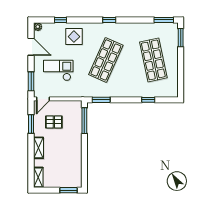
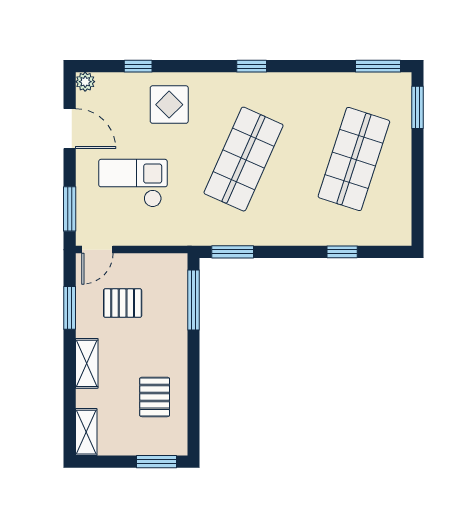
shop shelf: (153, 60) -> (354, 159), turned 30
pallet: (68, 162) -> (155, 397), added

